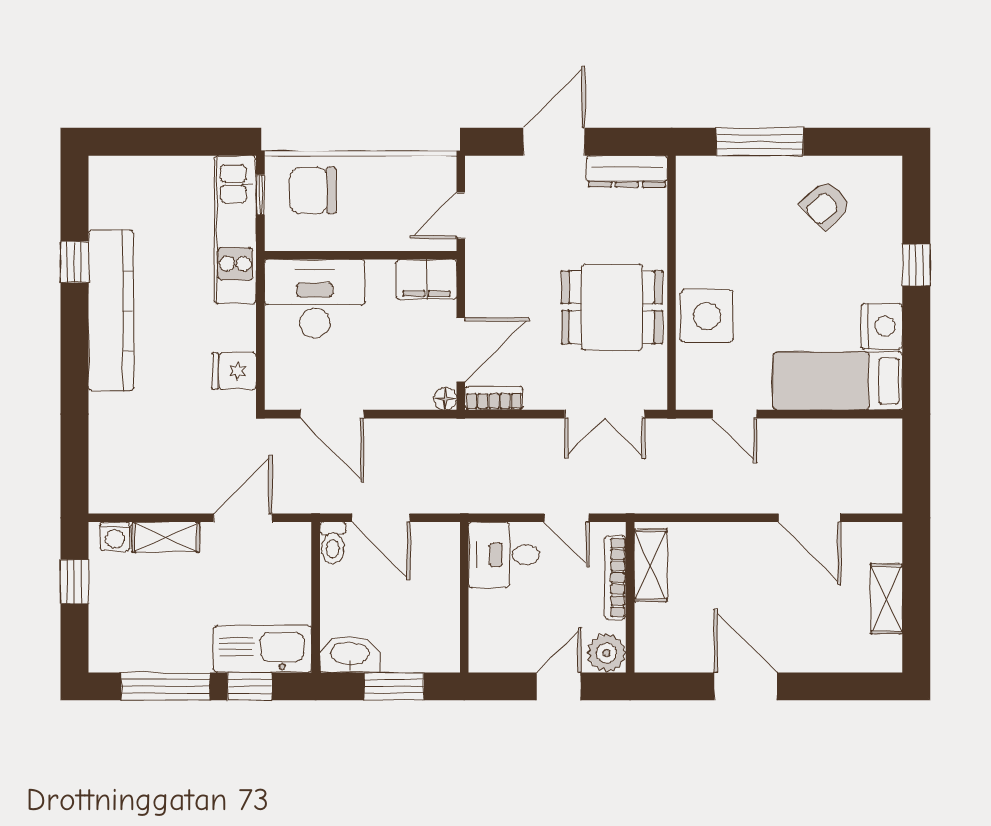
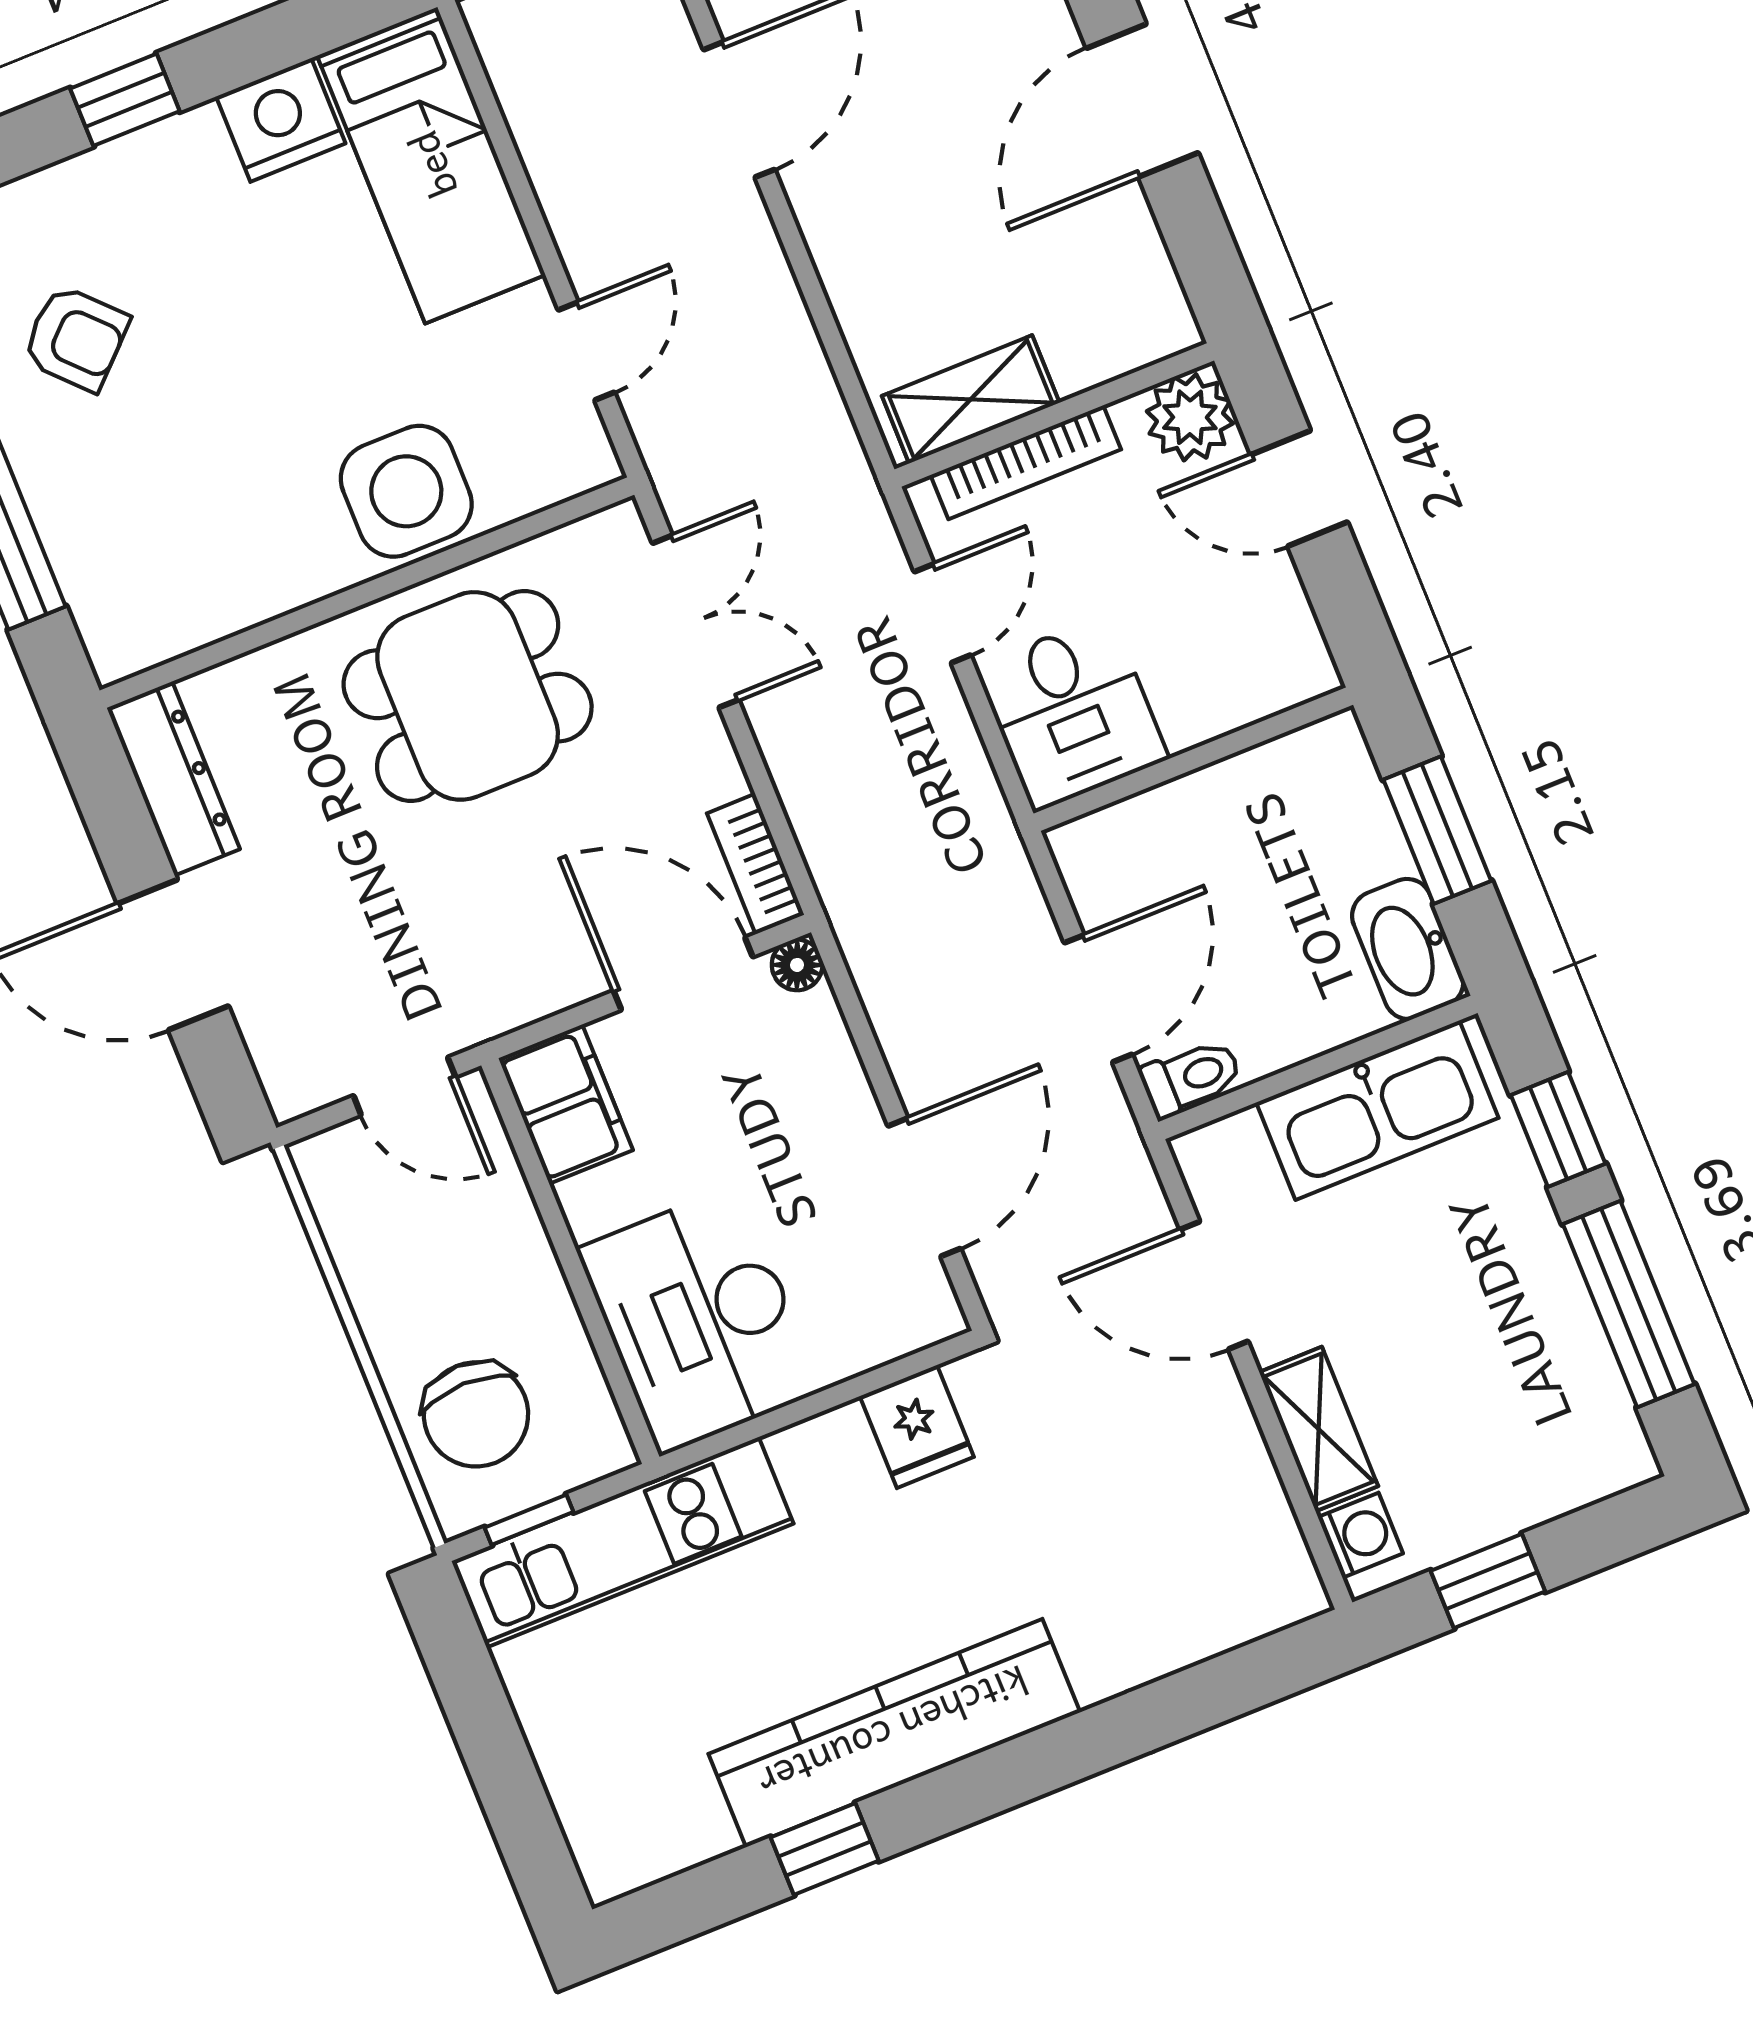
dining table: (612, 307) -> (468, 696), turned 90
kitchen sink: (263, 649) -> (1377, 1110), moved, turned -90

